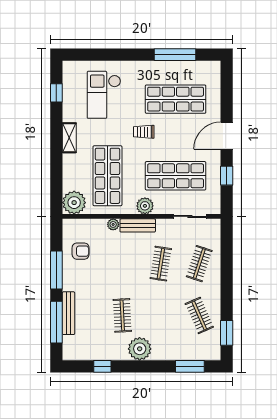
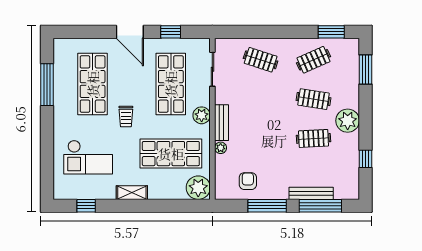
clothes rail: (161, 264) -> (313, 99), moved

